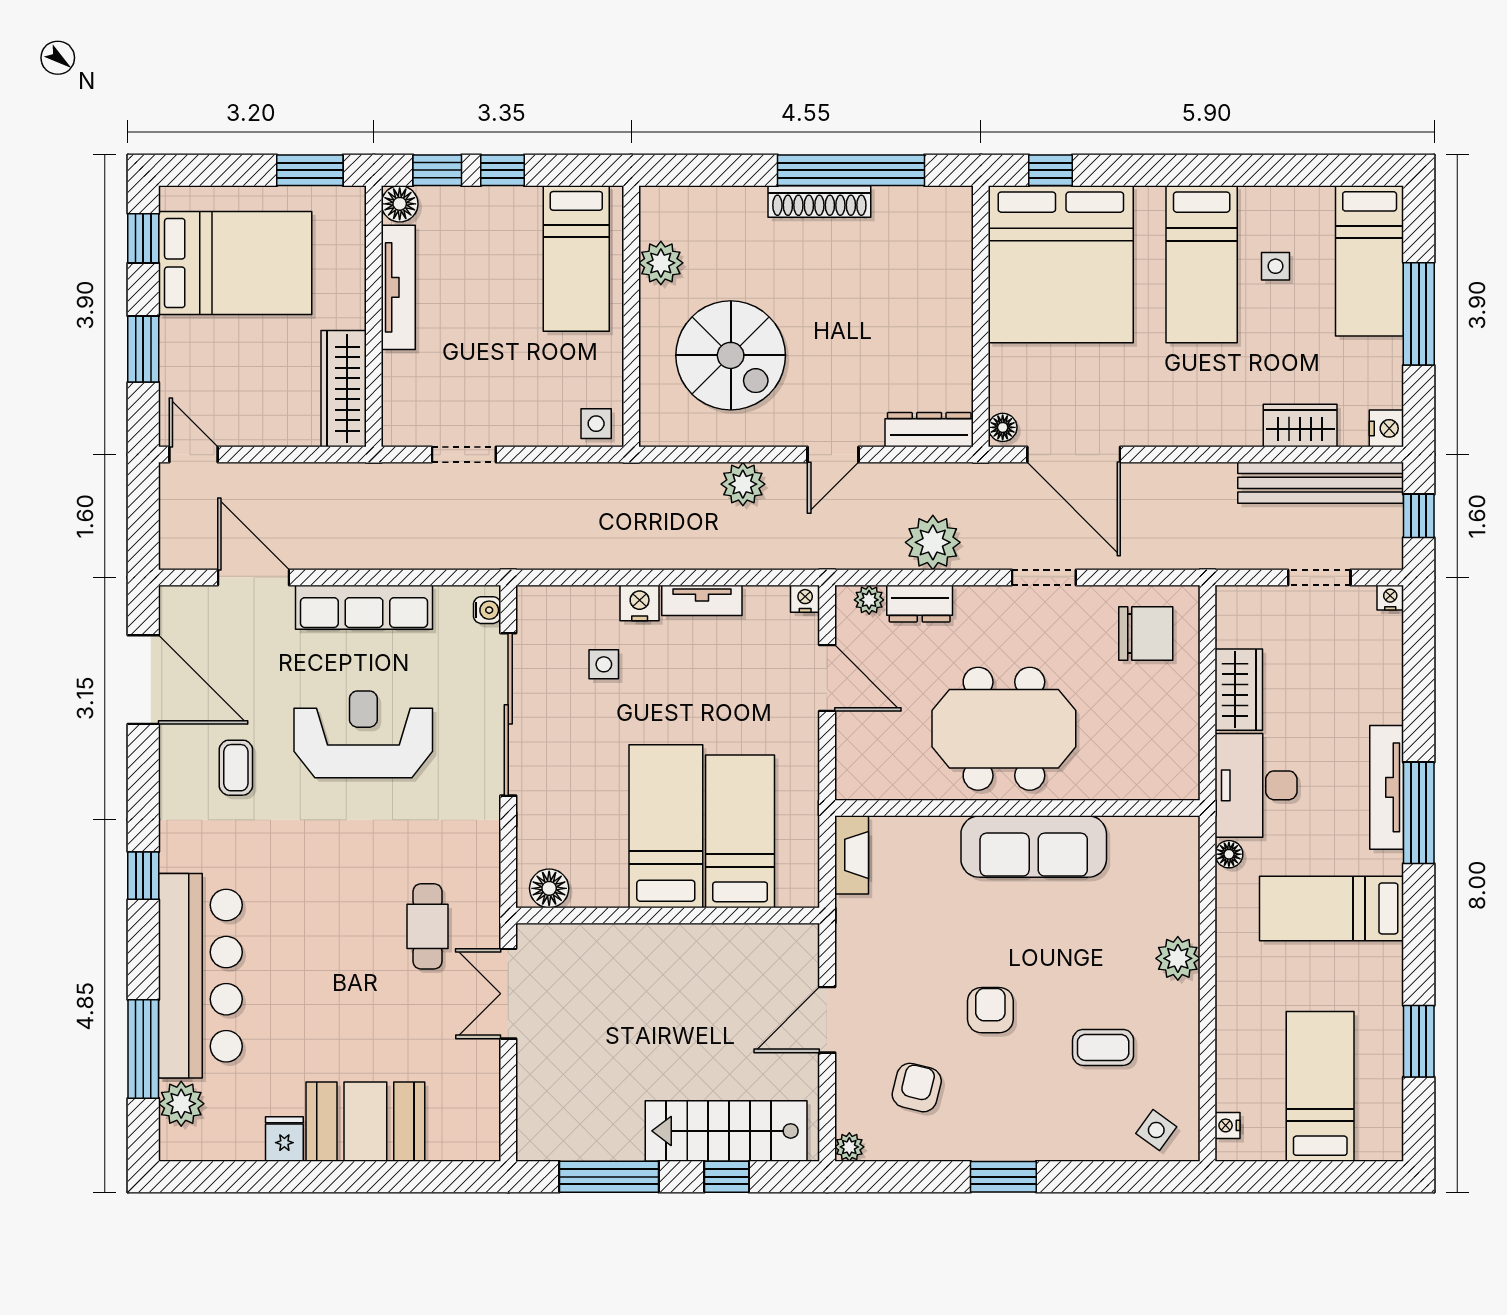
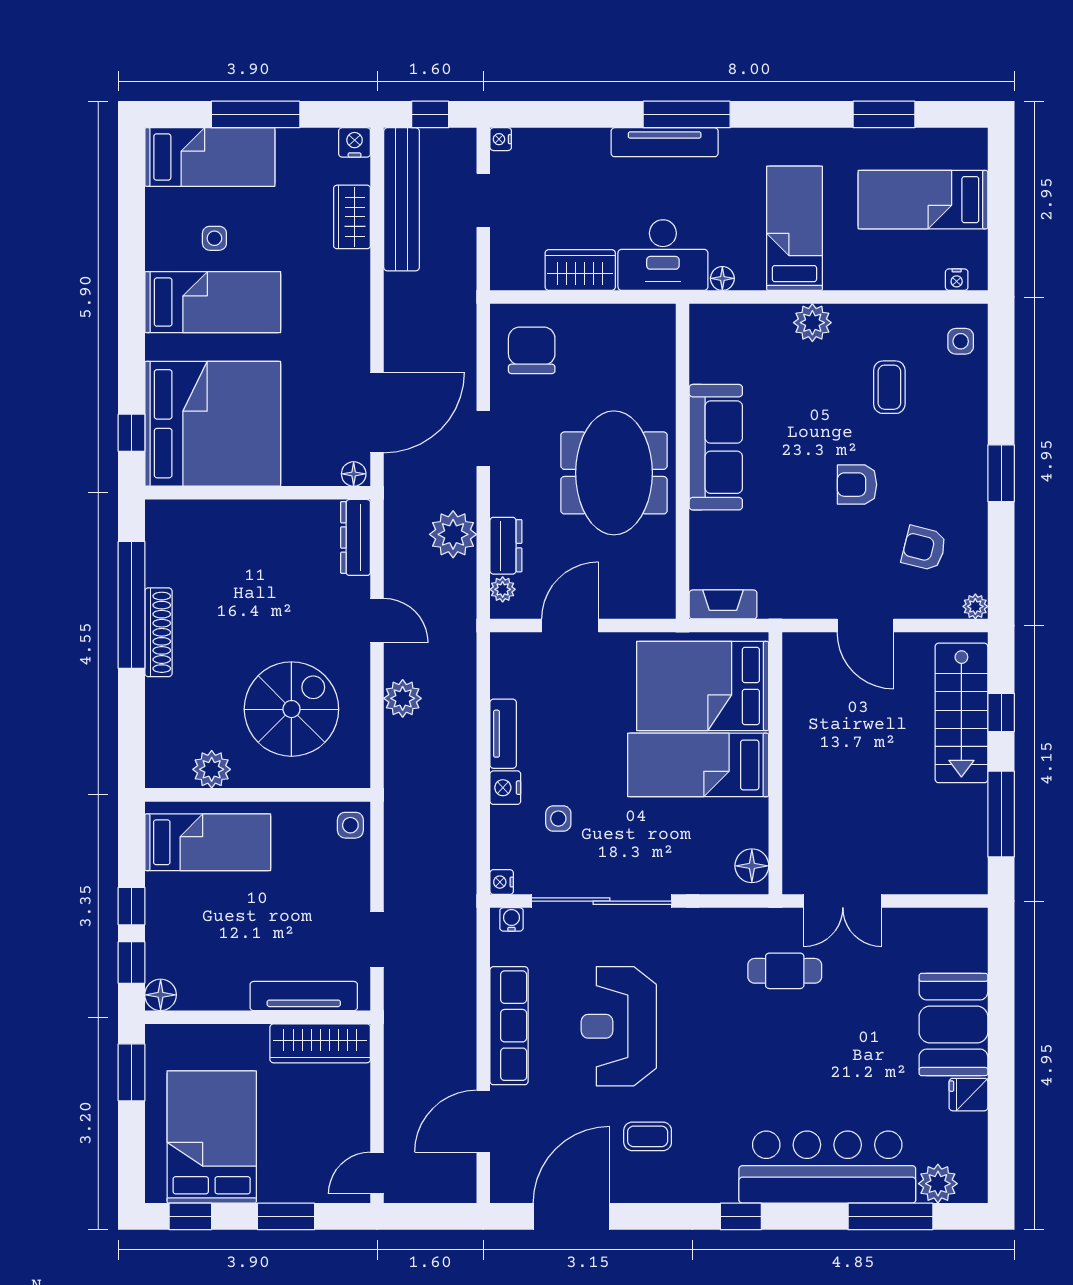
tv unit: (398, 287) -> (304, 996), moved
nightstand: (805, 599) -> (502, 882), moved
bed: (740, 831) -> (703, 686), width x1.50
bed: (1332, 908) -> (794, 228), moved, turned 180
side table: (1156, 1130) -> (961, 341), turned -36

